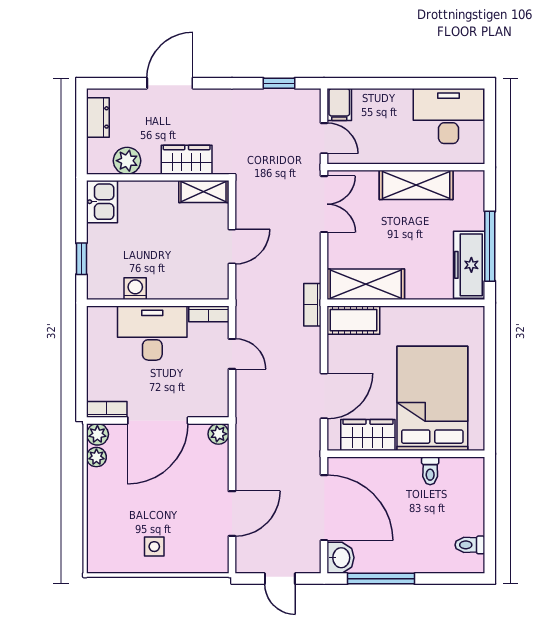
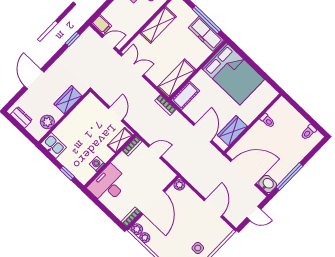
shelving: (203, 192) -> (120, 140), moved
desk: (152, 333) -> (108, 185), moved
bed: (432, 398) -> (233, 74), moved, turned 180

